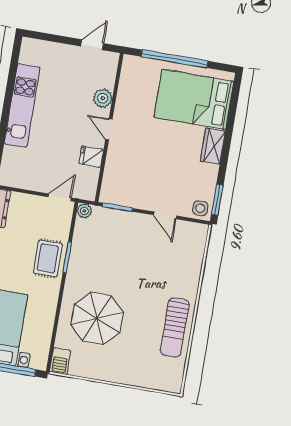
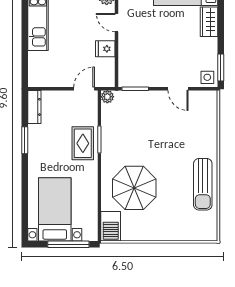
barbecue: (60, 361) -> (111, 226), width x1.38, depth x1.27

